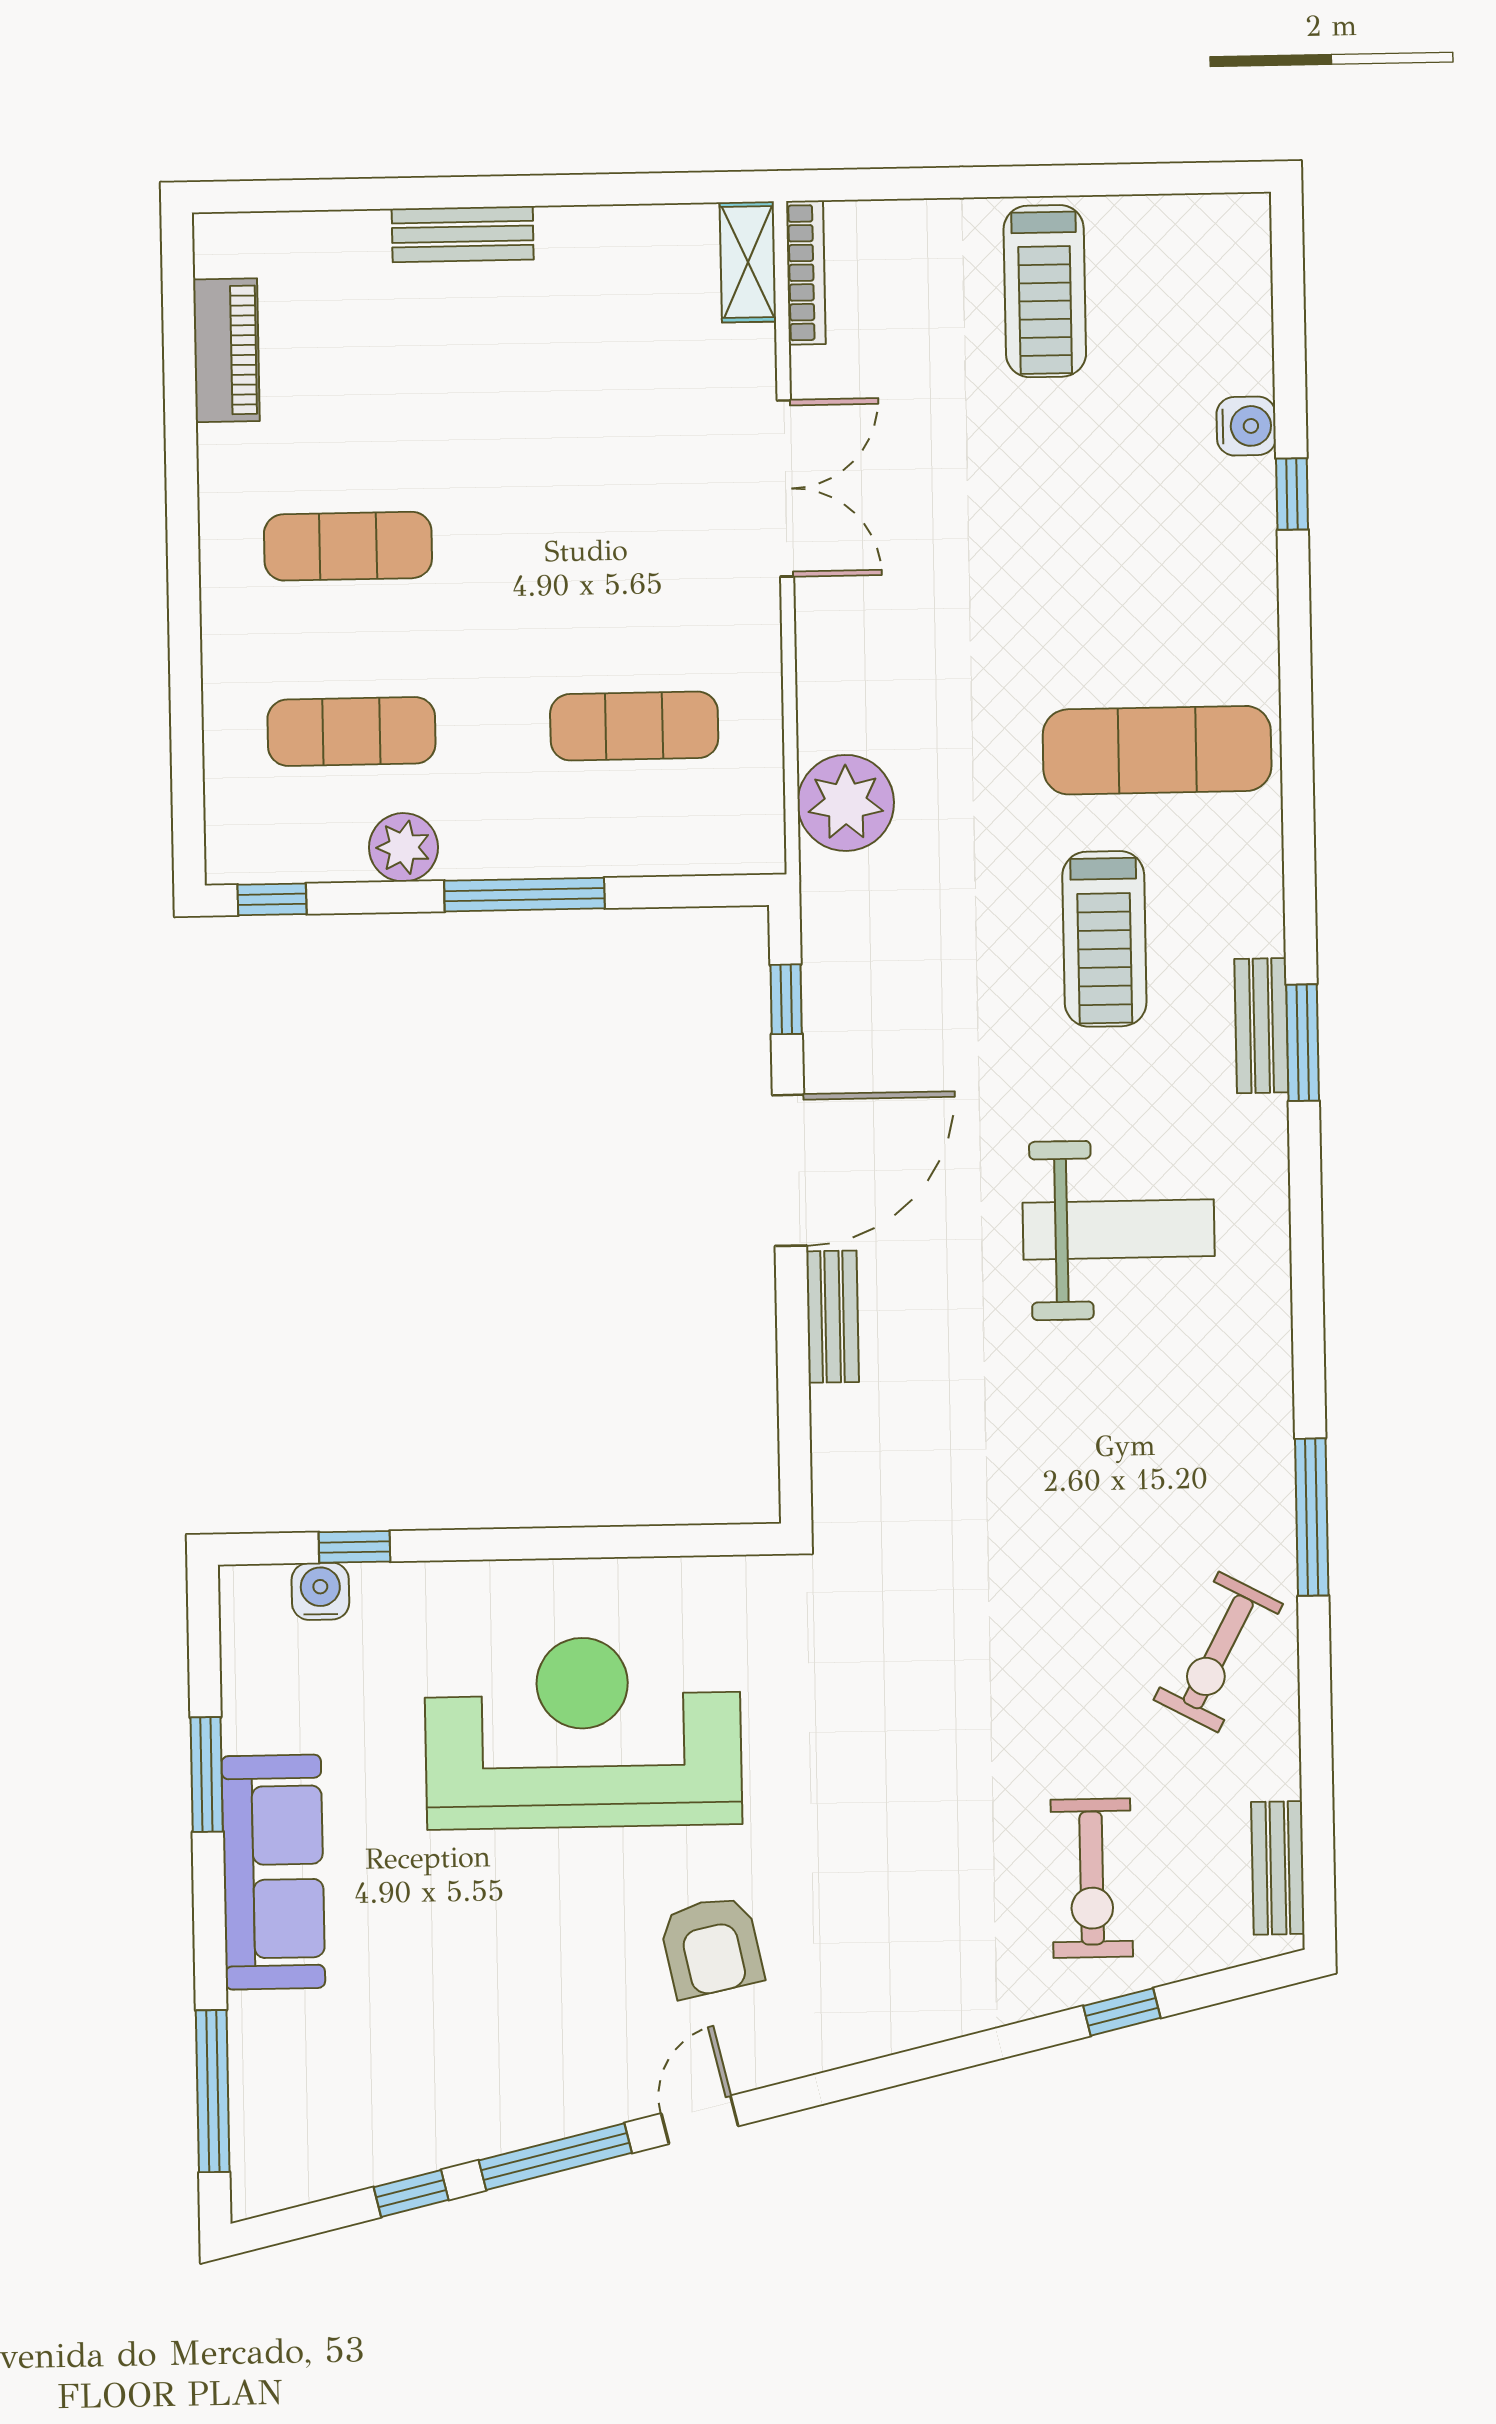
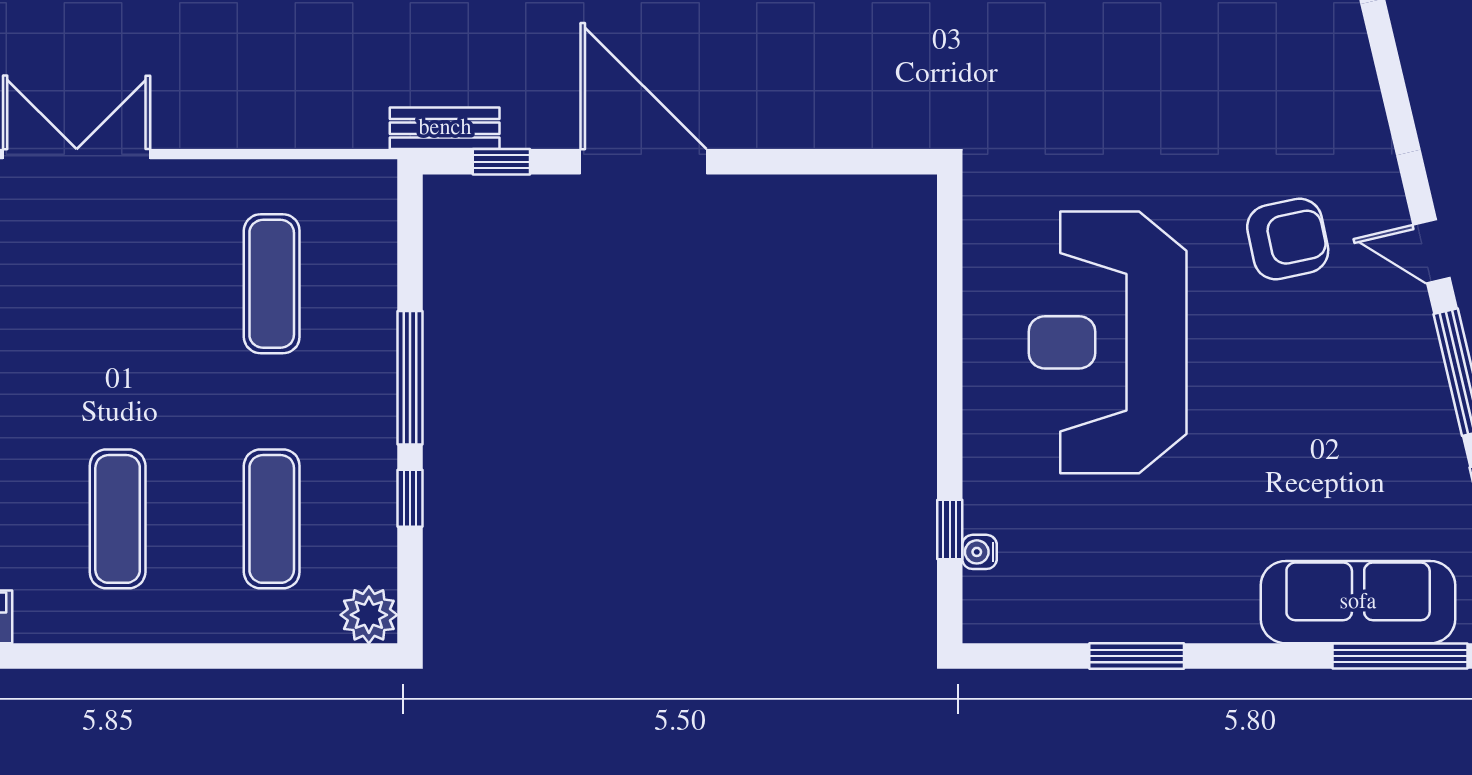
plant: (846, 803) -> (339, 109), removed
plant: (403, 847) -> (369, 615), moved
window: (272, 899) -> (410, 498), moved
bench: (833, 1317) -> (445, 128), moved
water cooler: (320, 1591) -> (980, 552), width x0.72, depth x0.72
sofa: (273, 1872) -> (1358, 602), moved

